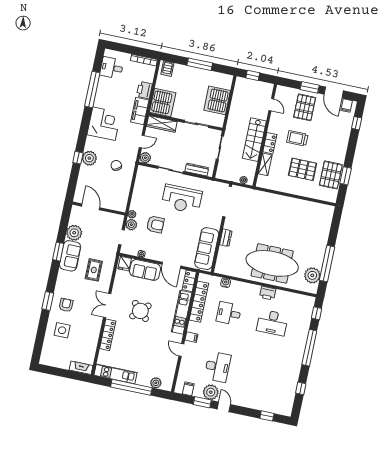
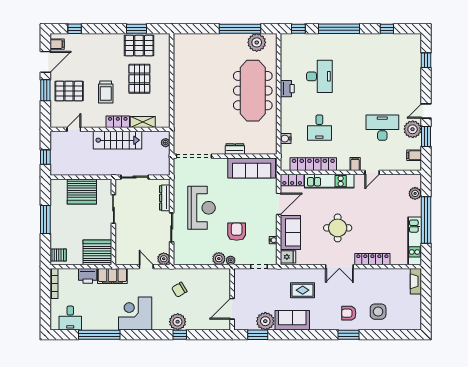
wardrobe: (162, 124) -> (122, 248), removed
plant: (131, 225) -> (219, 259), moved
window: (58, 252) -> (258, 335), moved
round table: (140, 311) -> (338, 228), turned 45

